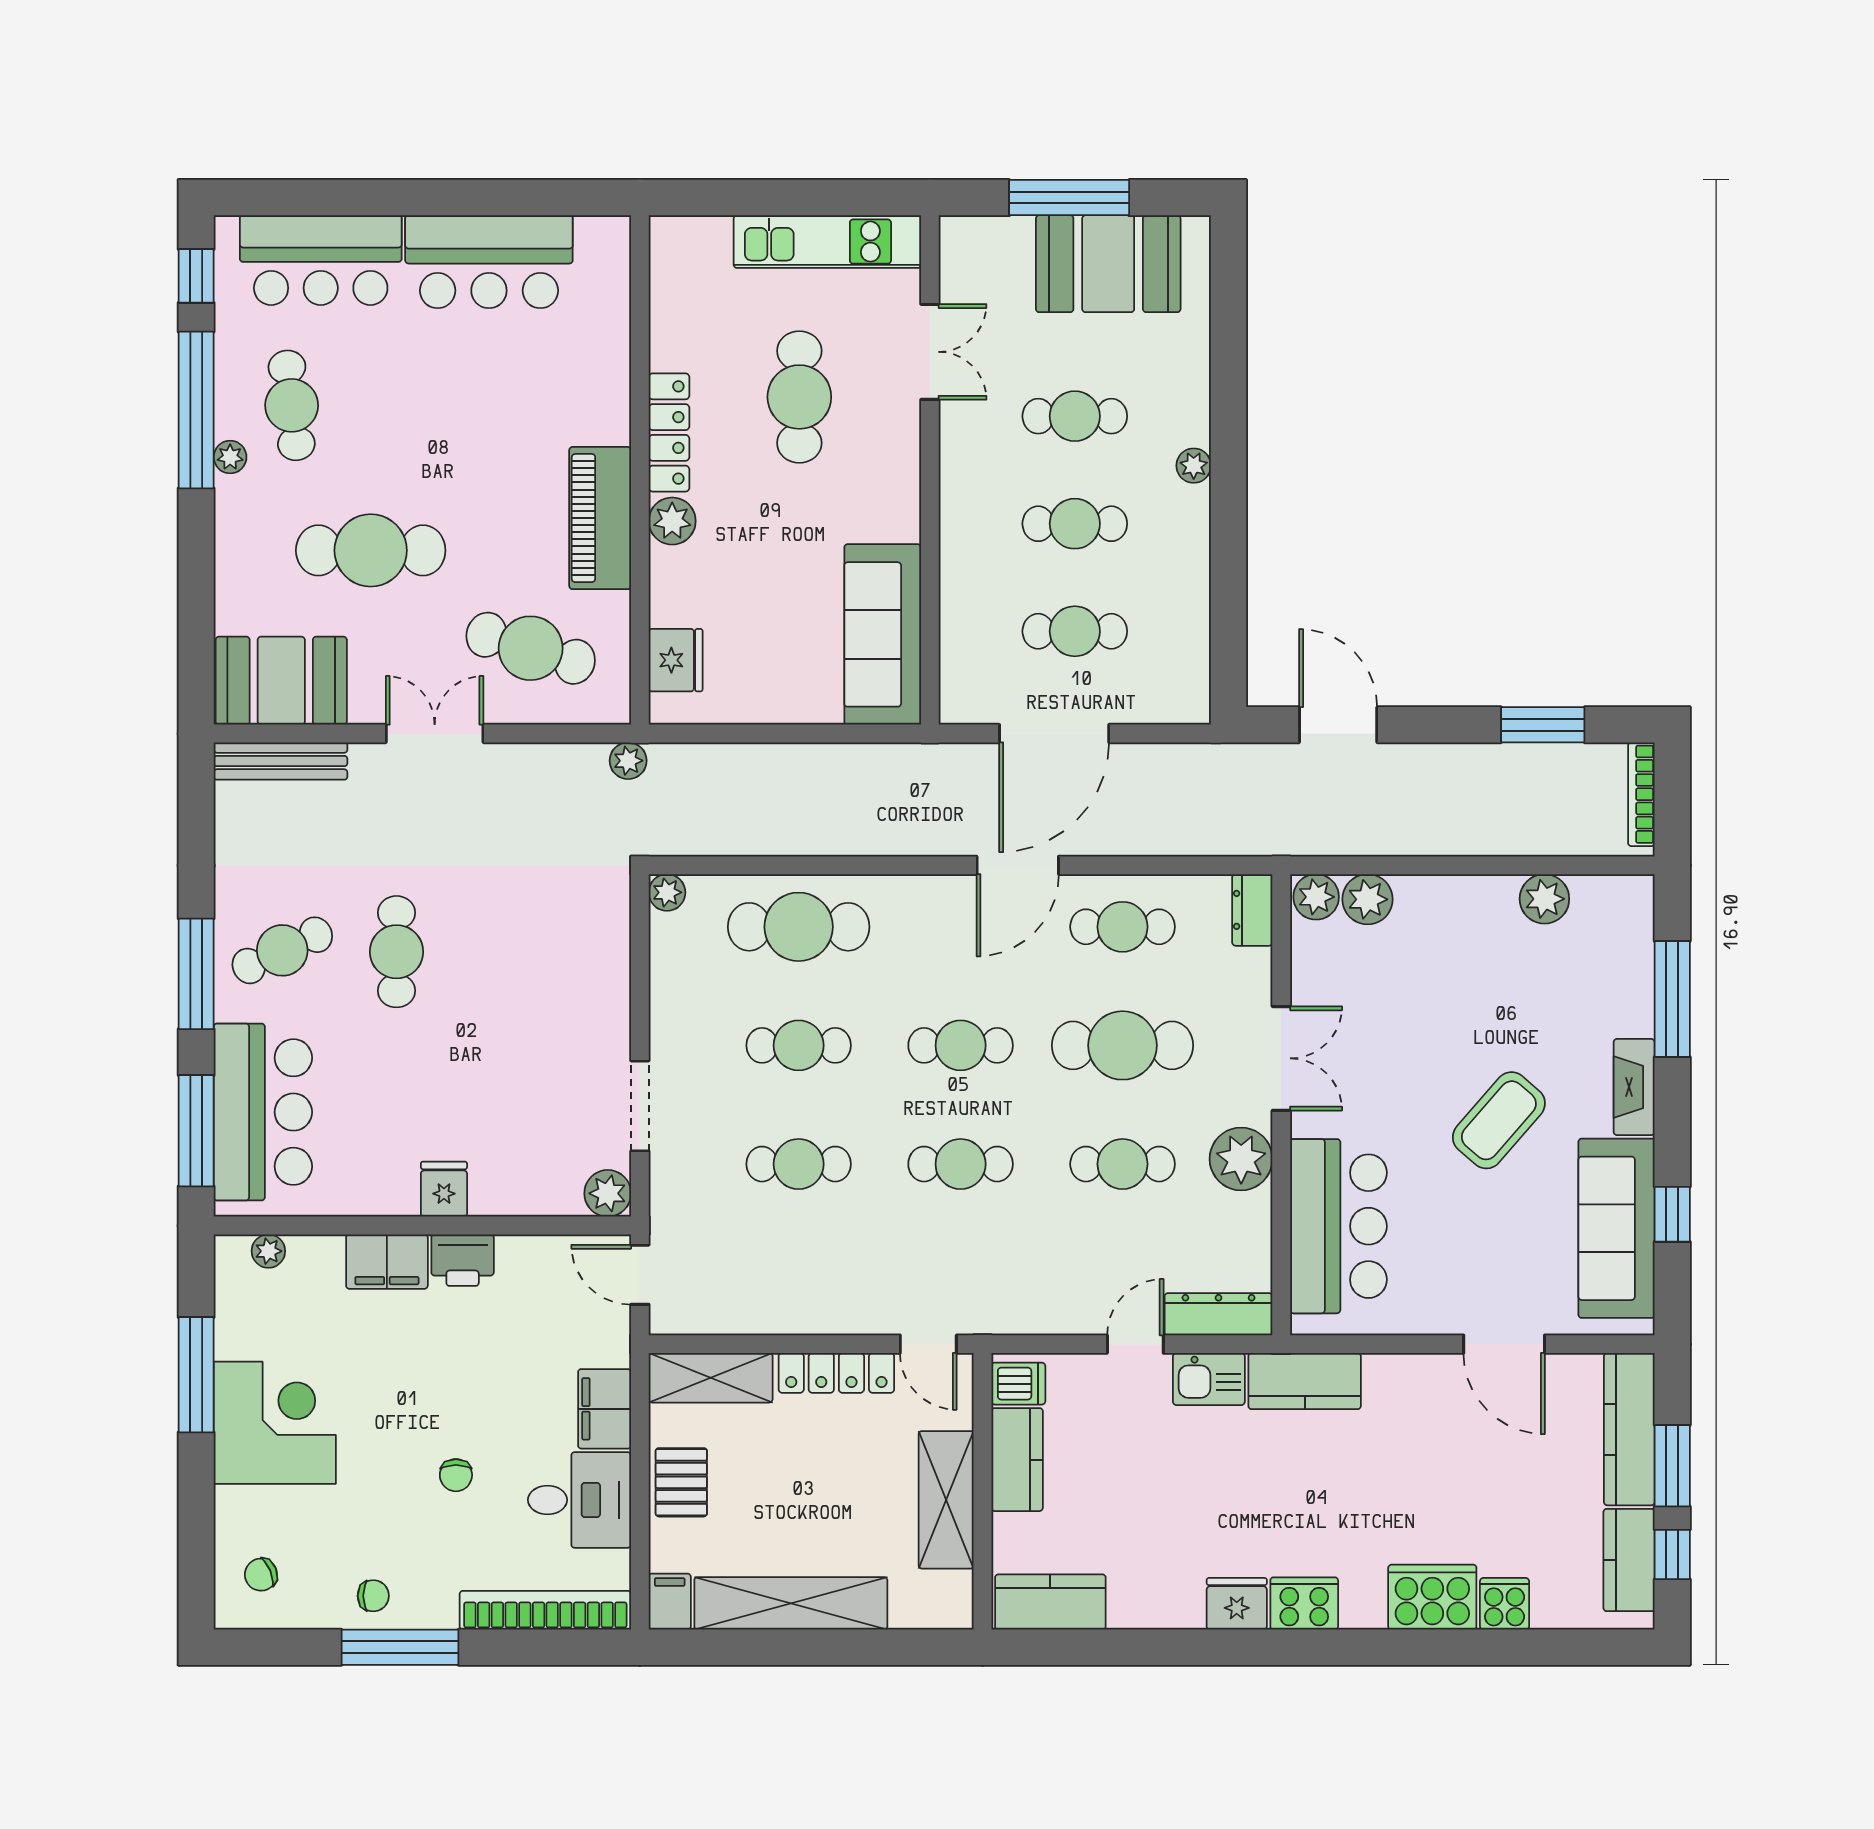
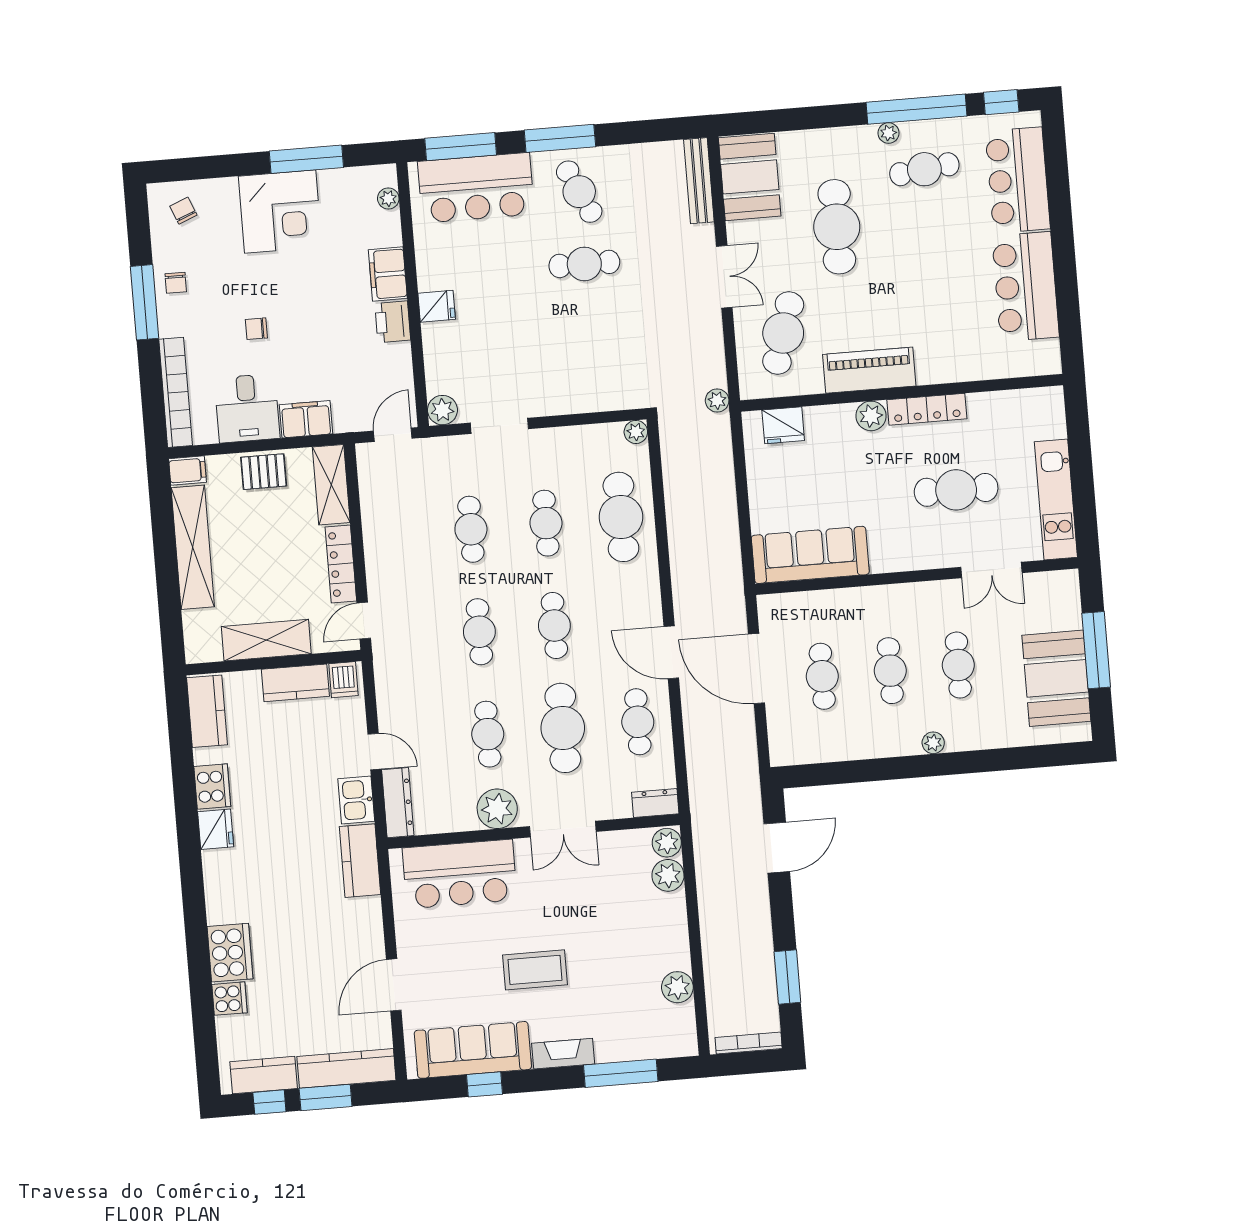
coffee table: (1499, 1120) -> (535, 970), turned -41
cooker: (1304, 1603) -> (212, 787), moved

